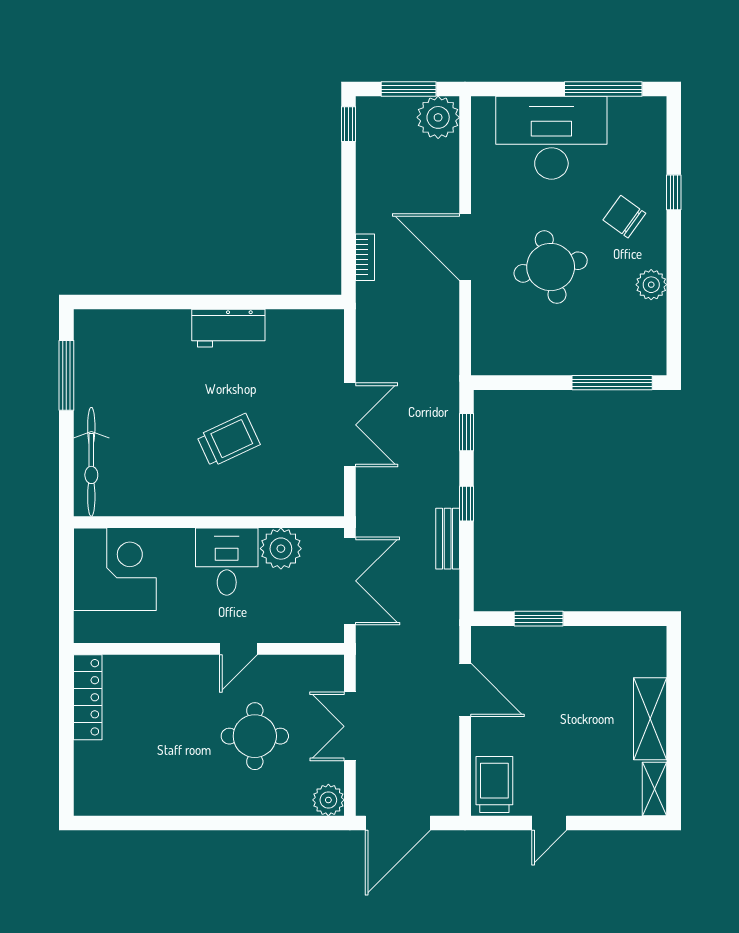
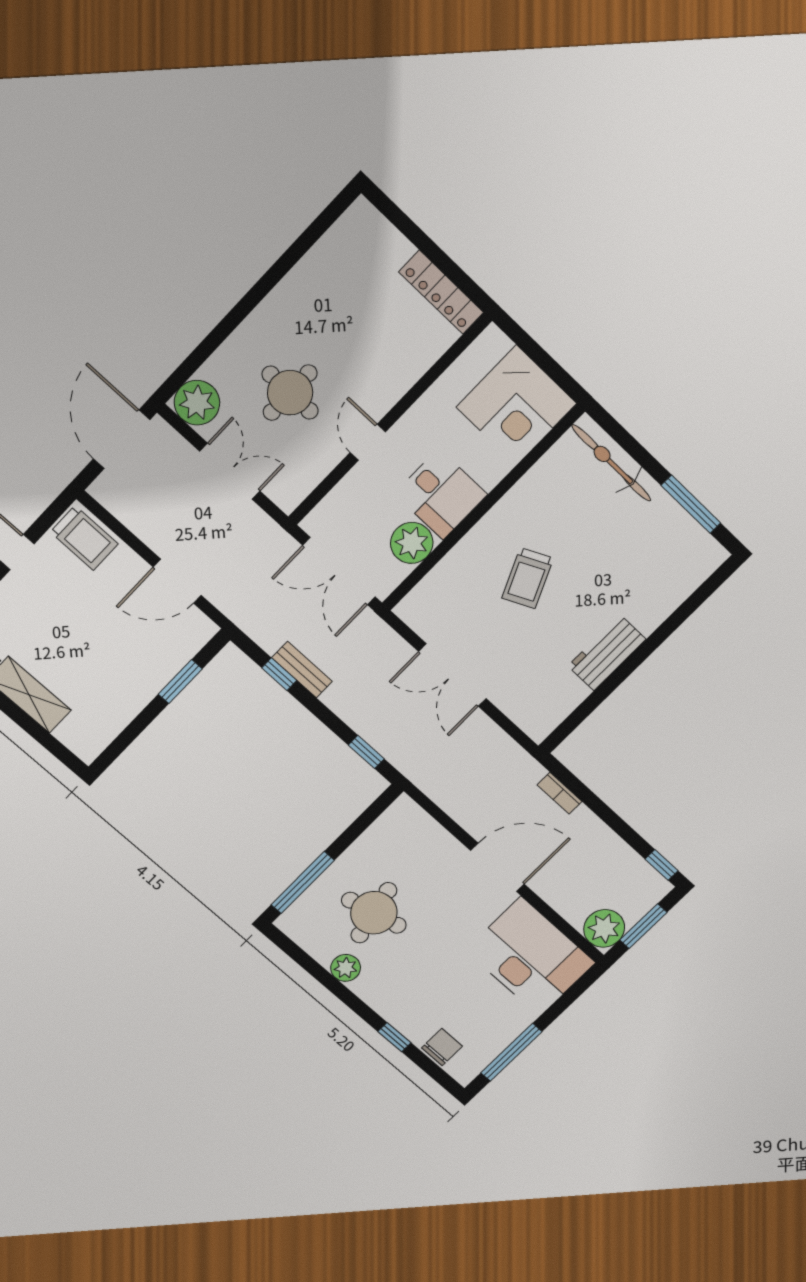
desk: (551, 138) -> (530, 957), moved, turned -90
chair: (624, 217) -> (442, 1047), moved, turned -36
round table: (551, 267) -> (374, 913), moved
window: (466, 504) -> (279, 674), moved
plant: (328, 800) -> (197, 403), width x1.36, depth x1.36

